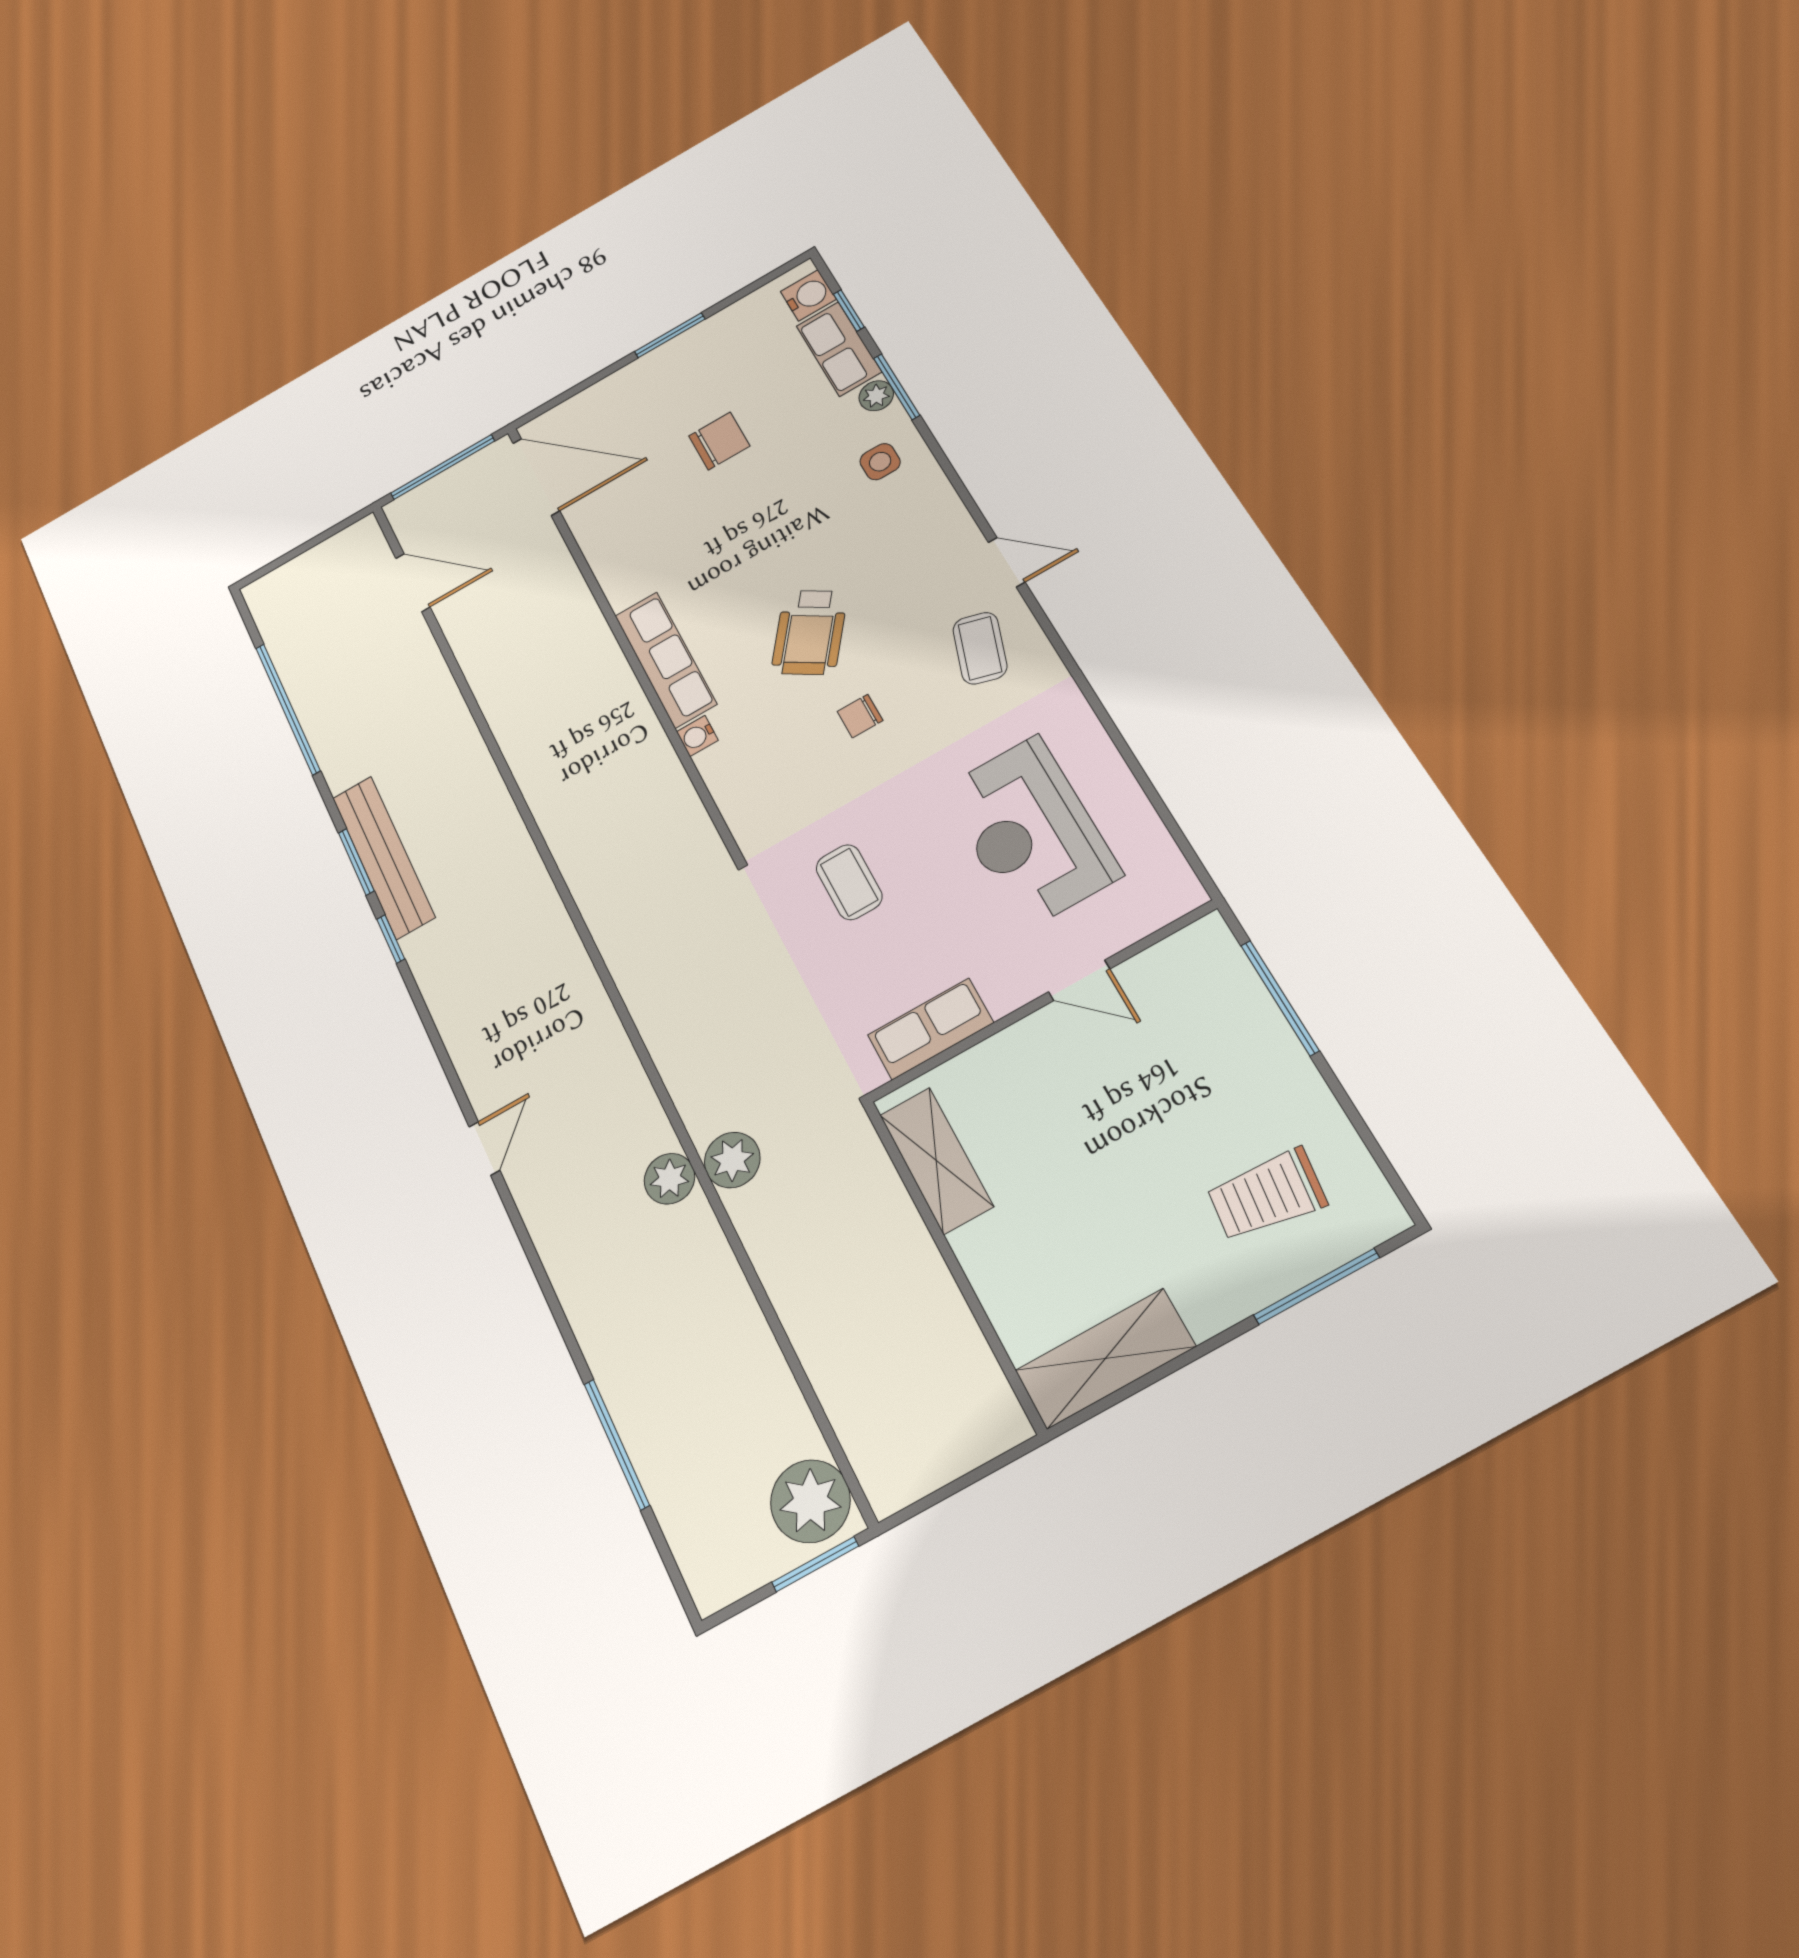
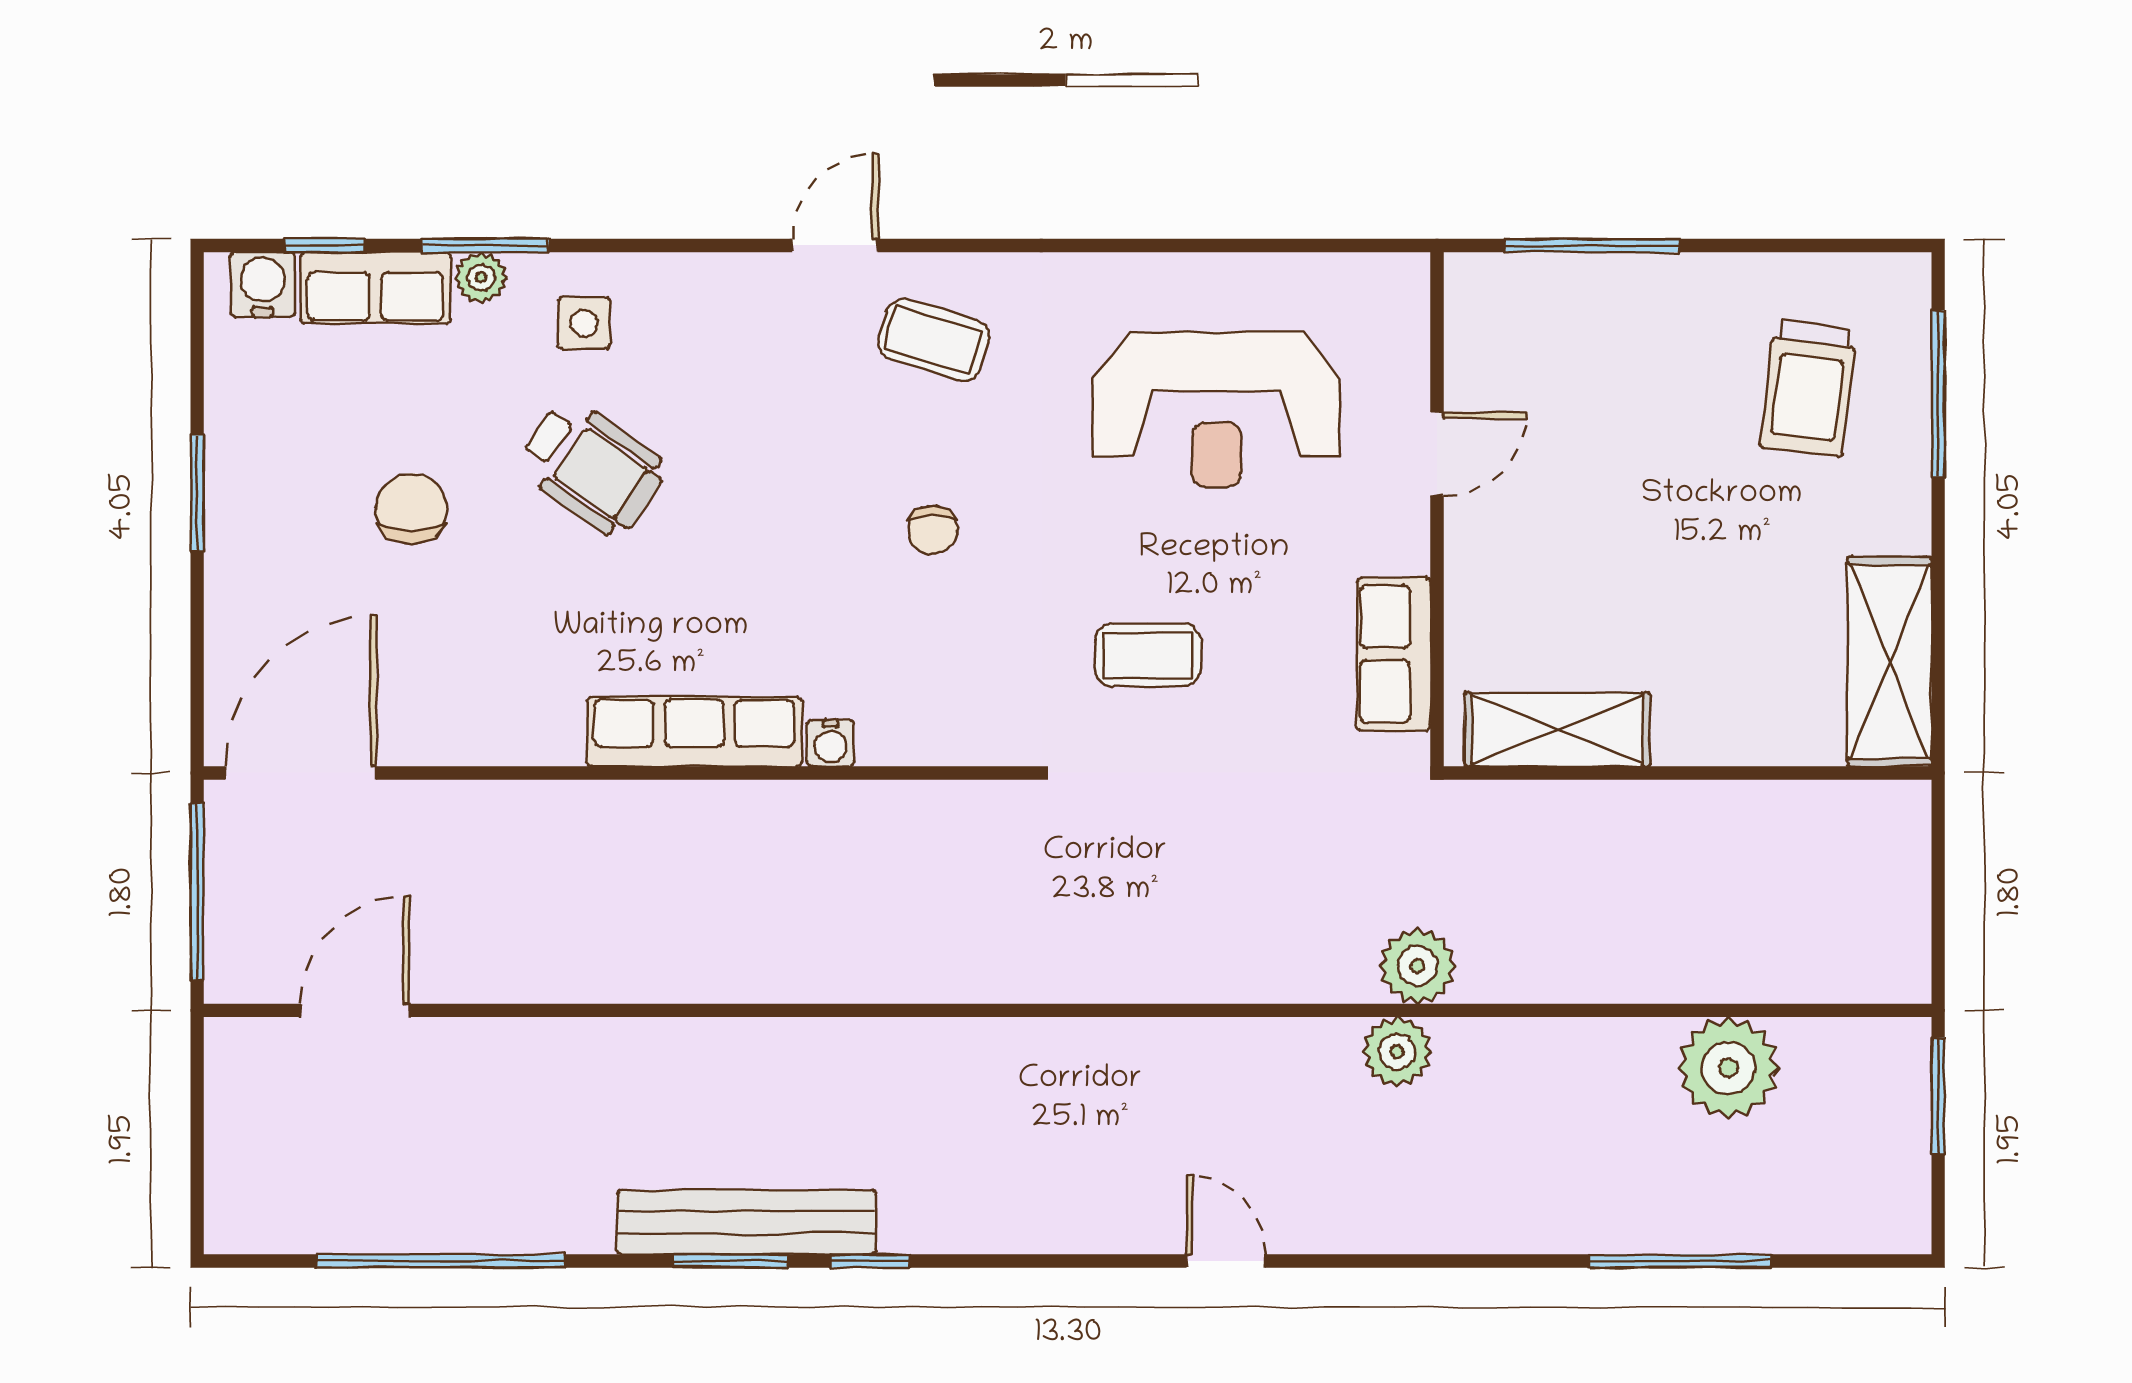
wheelchair: (809, 632) -> (592, 467), moved
plant: (810, 1501) -> (1728, 1068), moved

